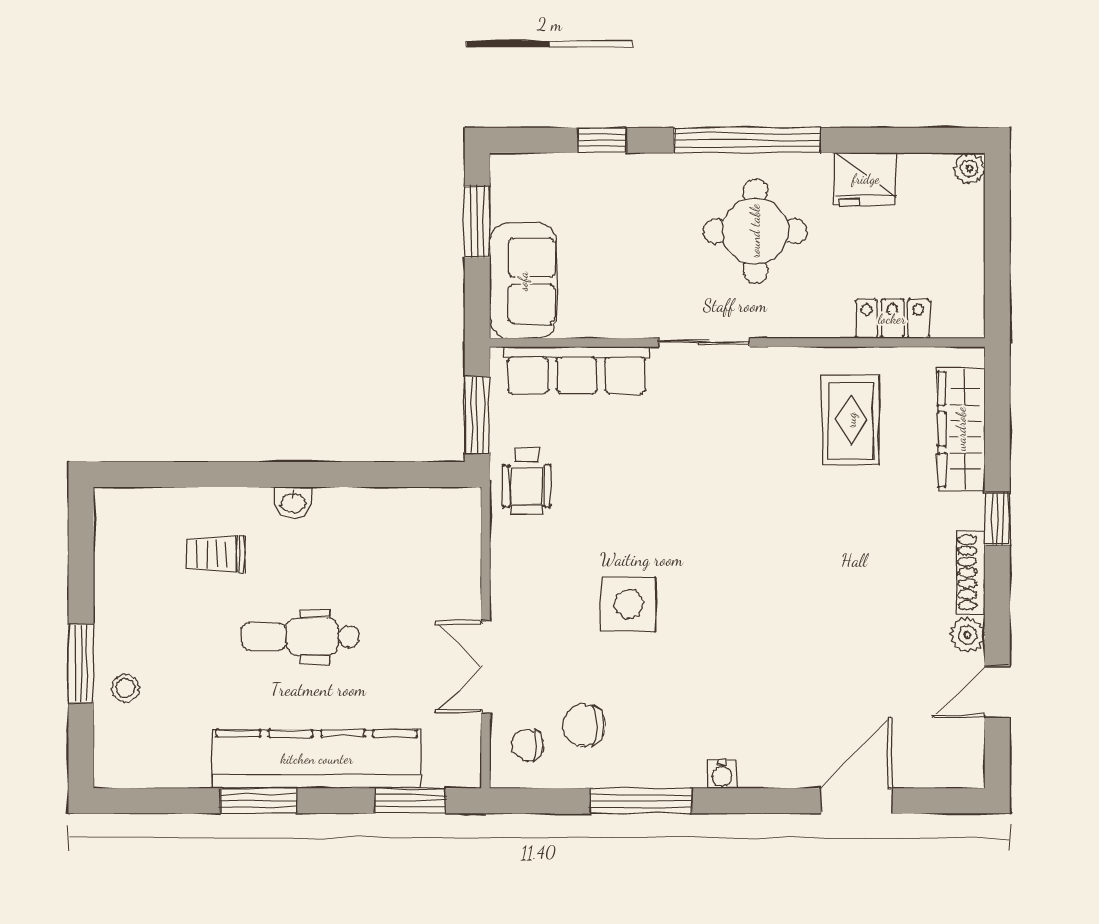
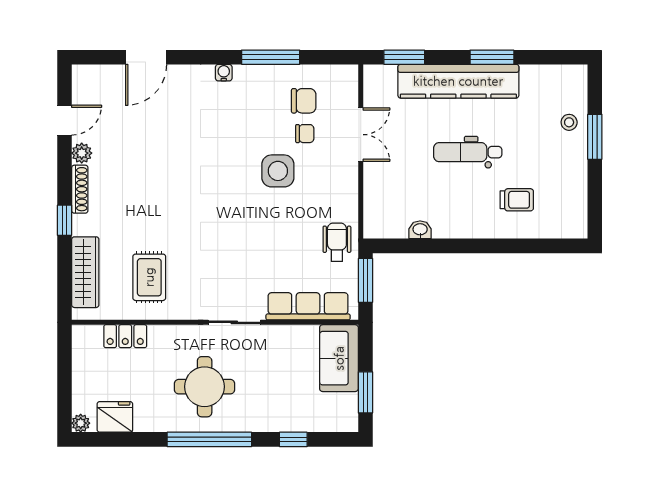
fridge: (866, 179) -> (115, 417), moved
washbasin: (293, 502) -> (420, 230), moved
dental chair: (301, 637) -> (468, 152), turned 180
chair: (528, 745) -> (305, 134), moved

